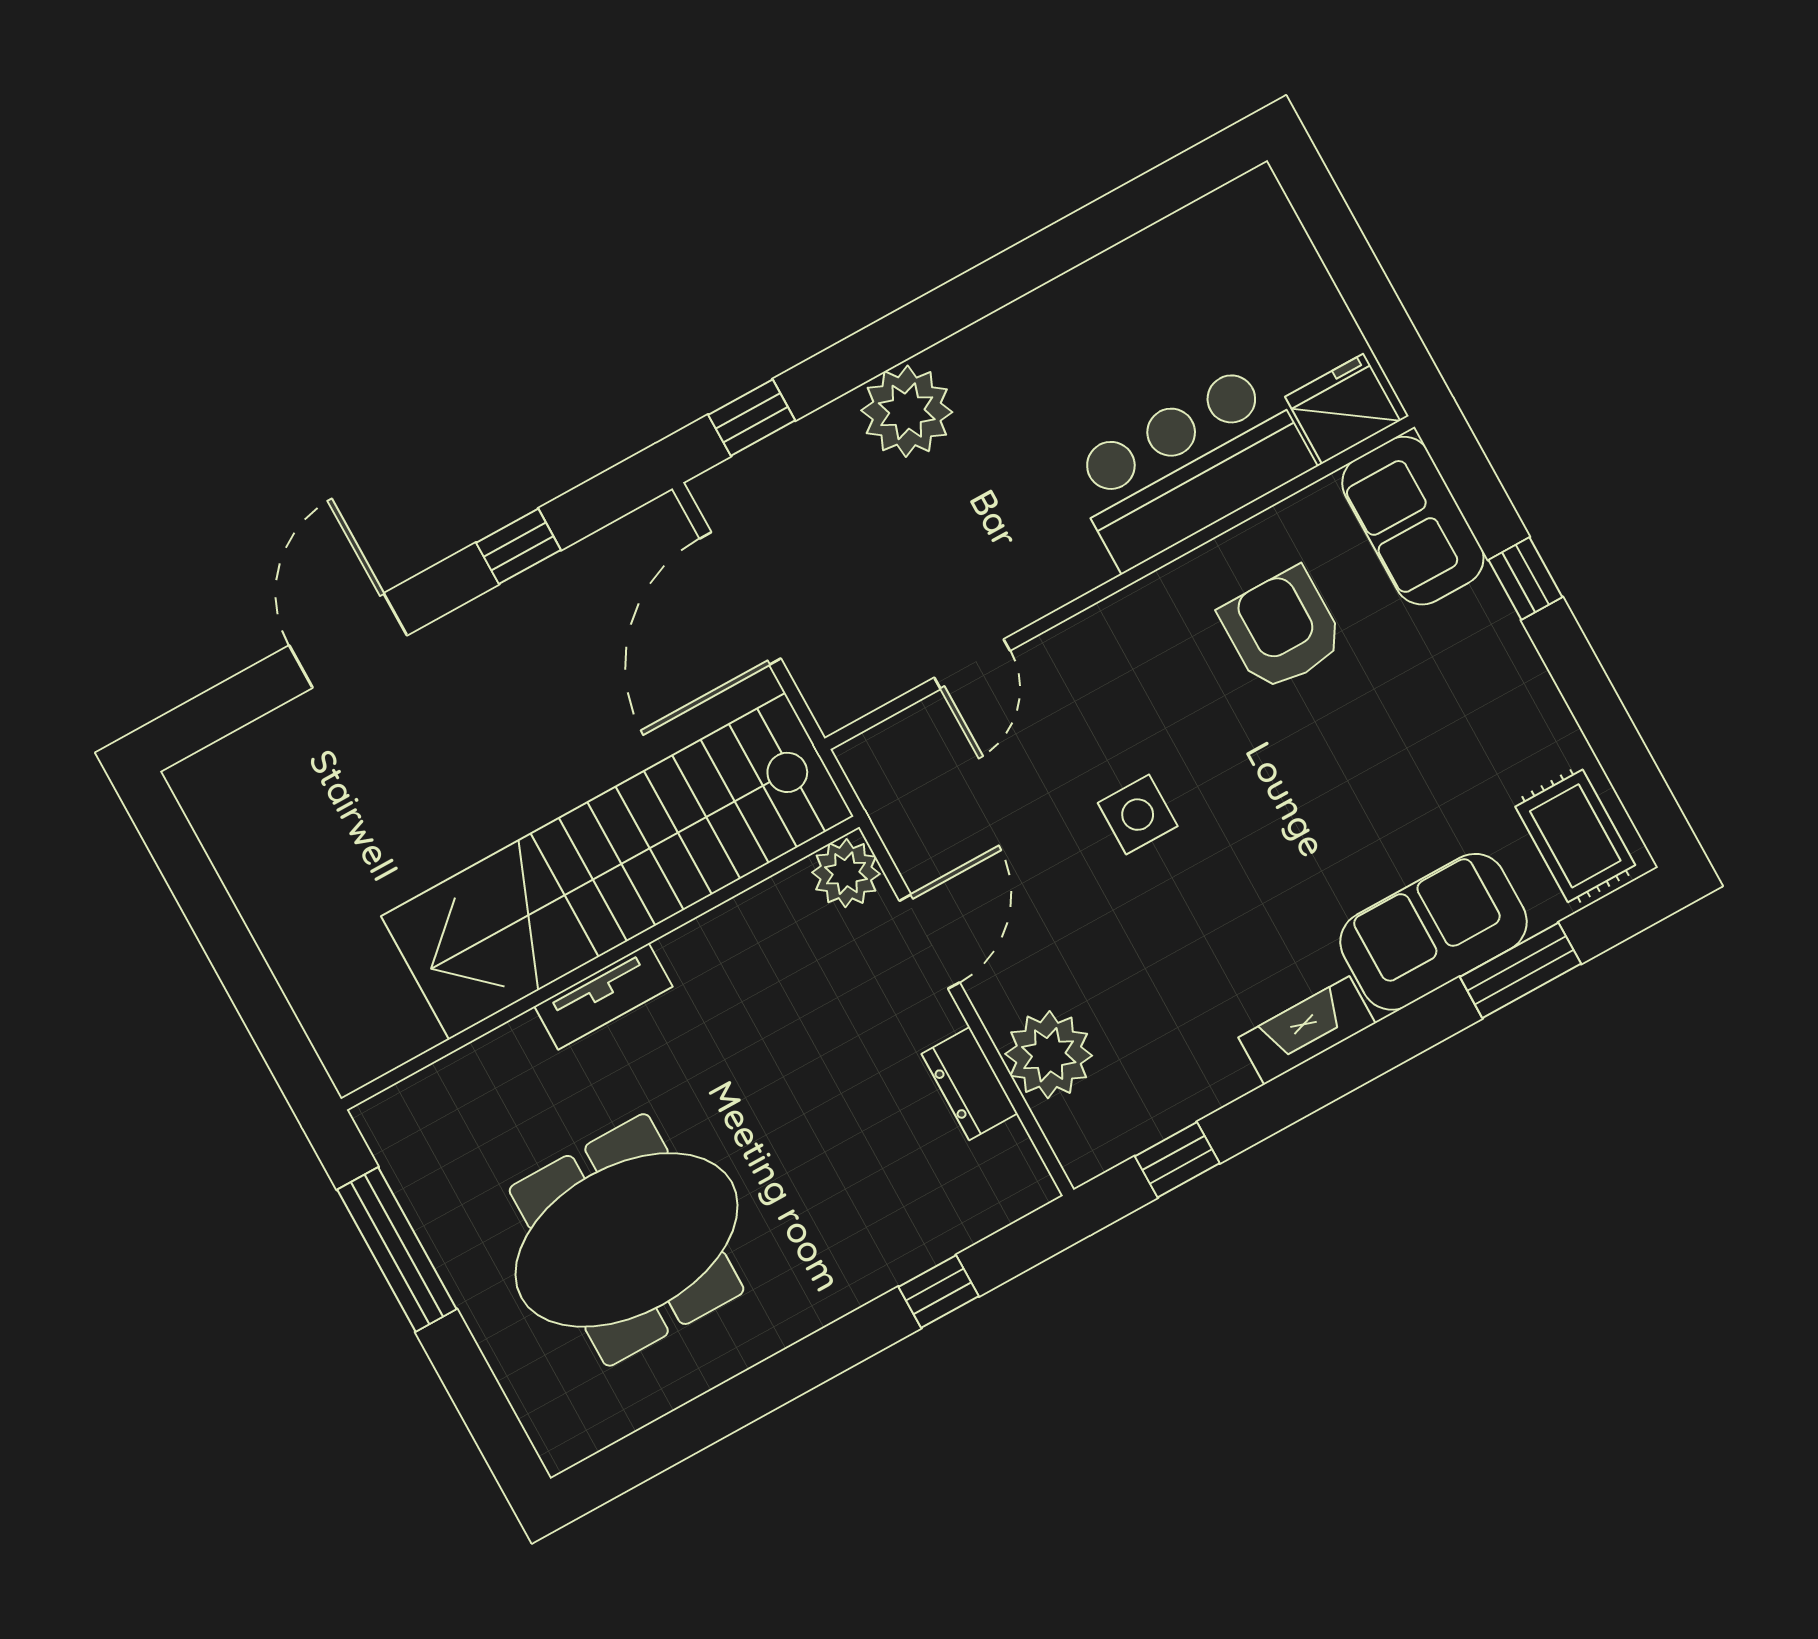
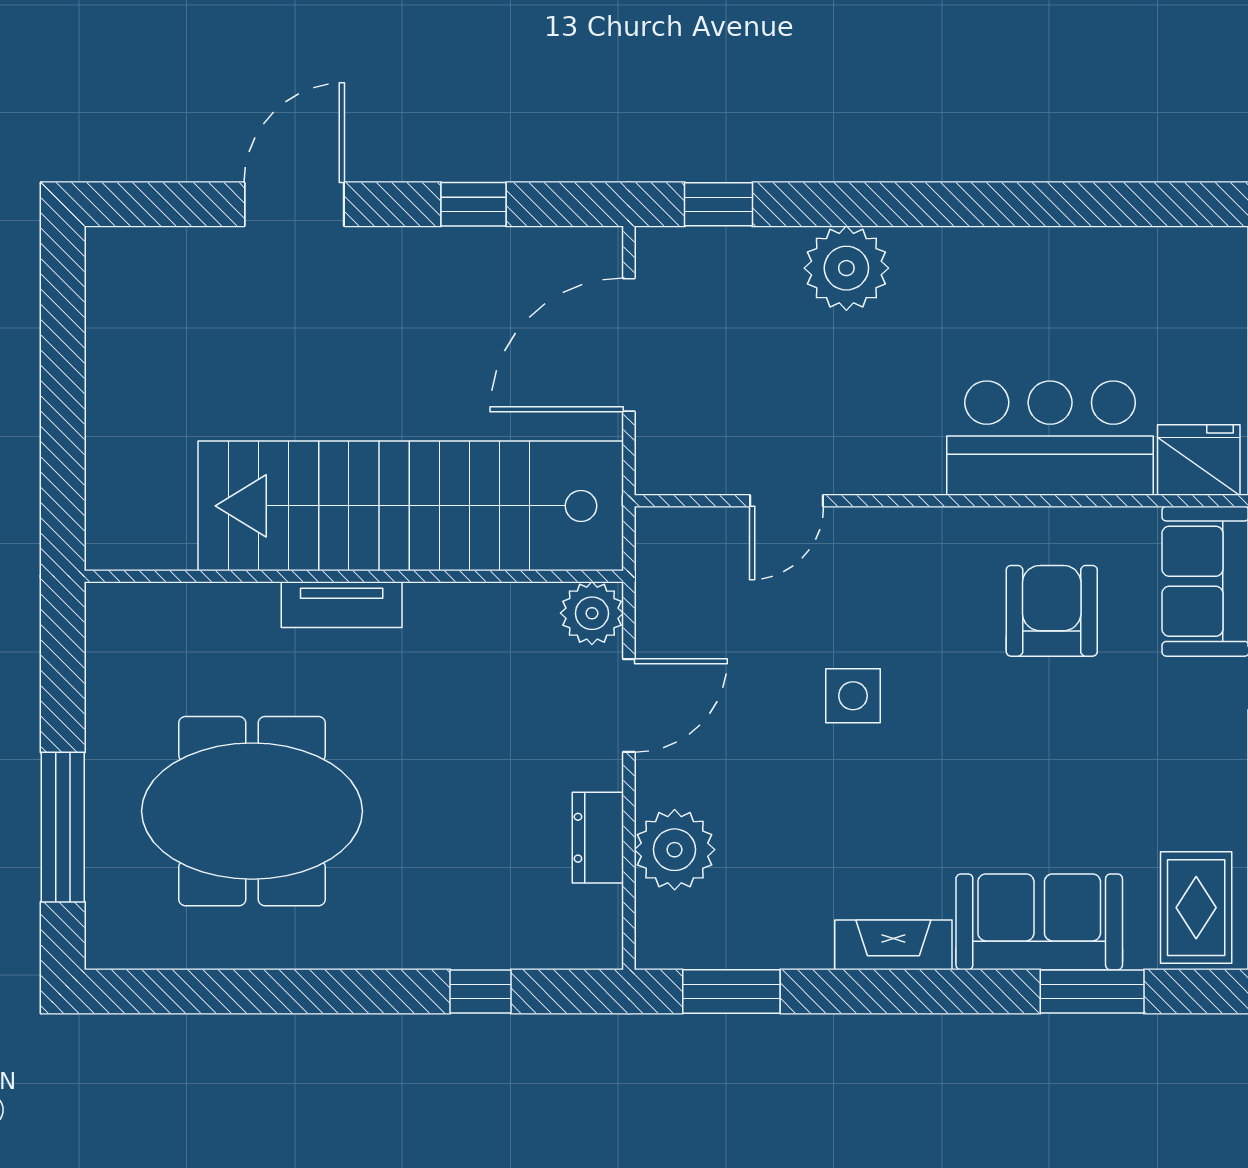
window: (1177, 1160) -> (731, 991), width x1.50
window: (397, 1249) -> (63, 827), moved

